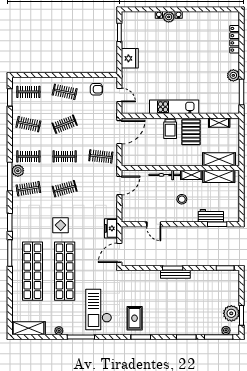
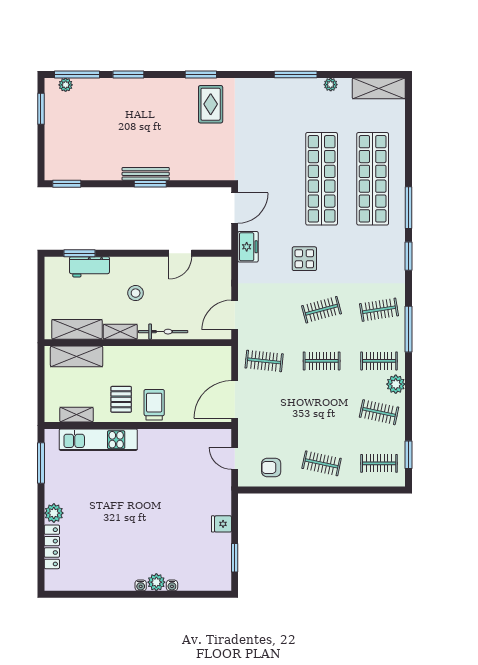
fridge: (130, 58) -> (221, 524), width x0.53, depth x0.75
plant: (233, 75) -> (54, 513), moved
kitchen unit: (174, 107) -> (98, 440), moved
clothes rail: (65, 124) -> (322, 412), removed
pallet: (191, 132) -> (121, 399), width x0.67, depth x0.71
plant: (18, 171) -> (396, 384), moved
door: (154, 224) -> (180, 253), swing flipped
display table: (61, 225) -> (304, 259), moved
checkout: (99, 309) -> (268, 118), removed
plant: (231, 313) -> (57, 112), removed

